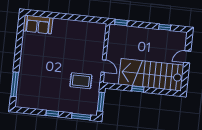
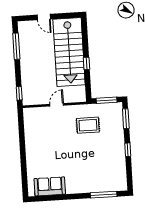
sofa: (38, 24) -> (50, 186), moved, turned -90
window: (165, 27) -> (16, 46), width x2.17
door: (103, 66) -> (57, 105), moved
rug: (81, 81) -> (88, 125), turned 90

